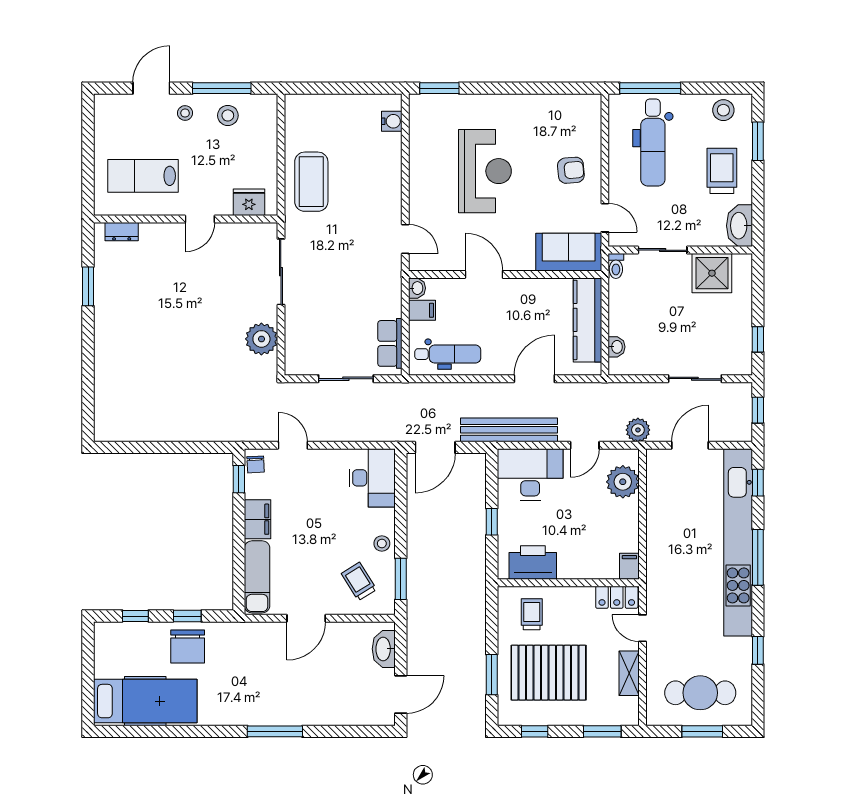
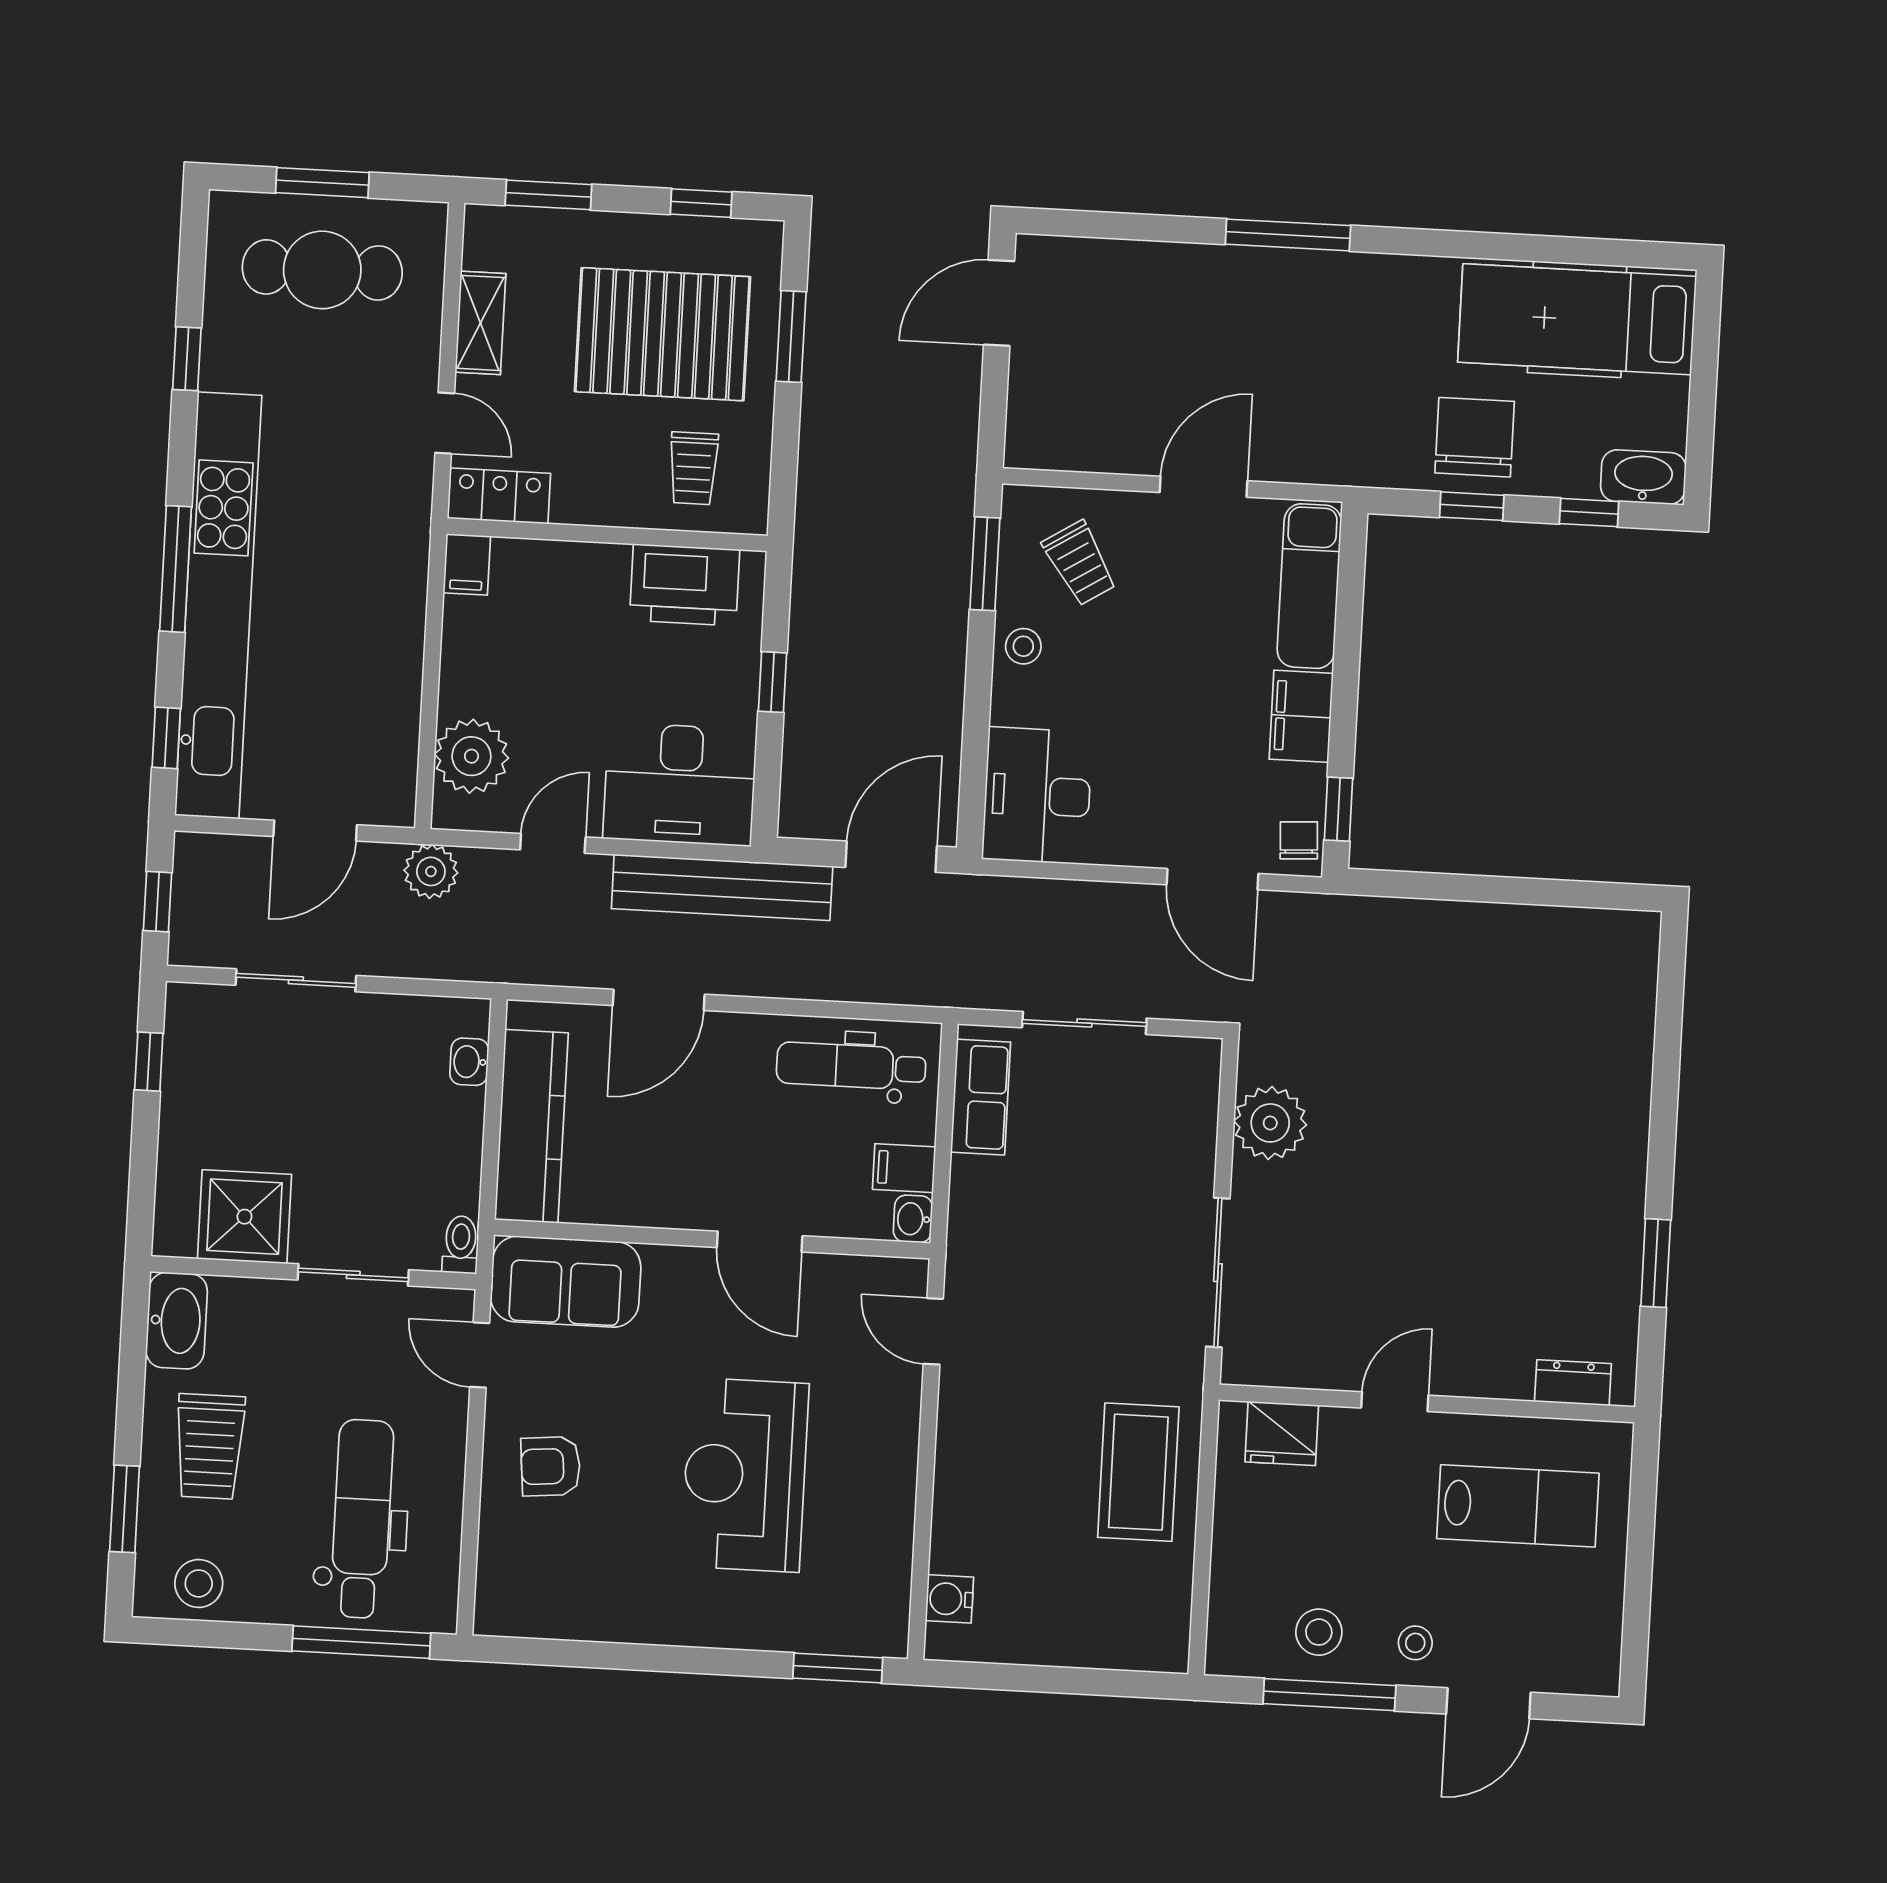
door: (293, 445) -> (1212, 879), width x1.38
washbasin: (384, 649) -> (1643, 477), moved, turned -90

